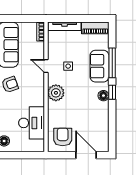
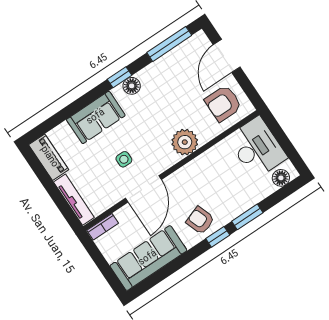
window: (112, 63) -> (169, 44), moved
door: (46, 66) -> (143, 189), width x1.88
plant: (56, 93) -> (185, 142), moved
desk: (32, 123) -> (257, 148), moved, turned 90

